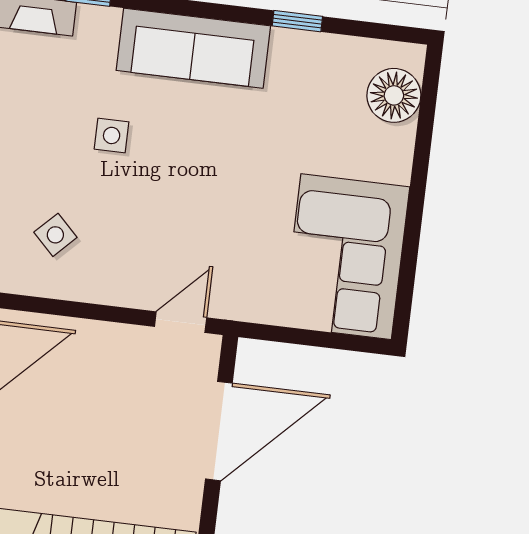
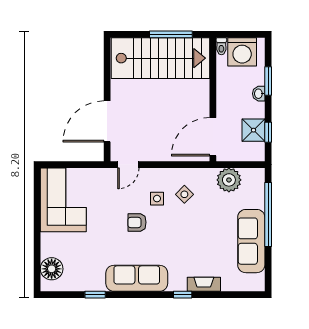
side table: (112, 135) -> (157, 199), moved
armchair: (177, 181) -> (137, 222), added

